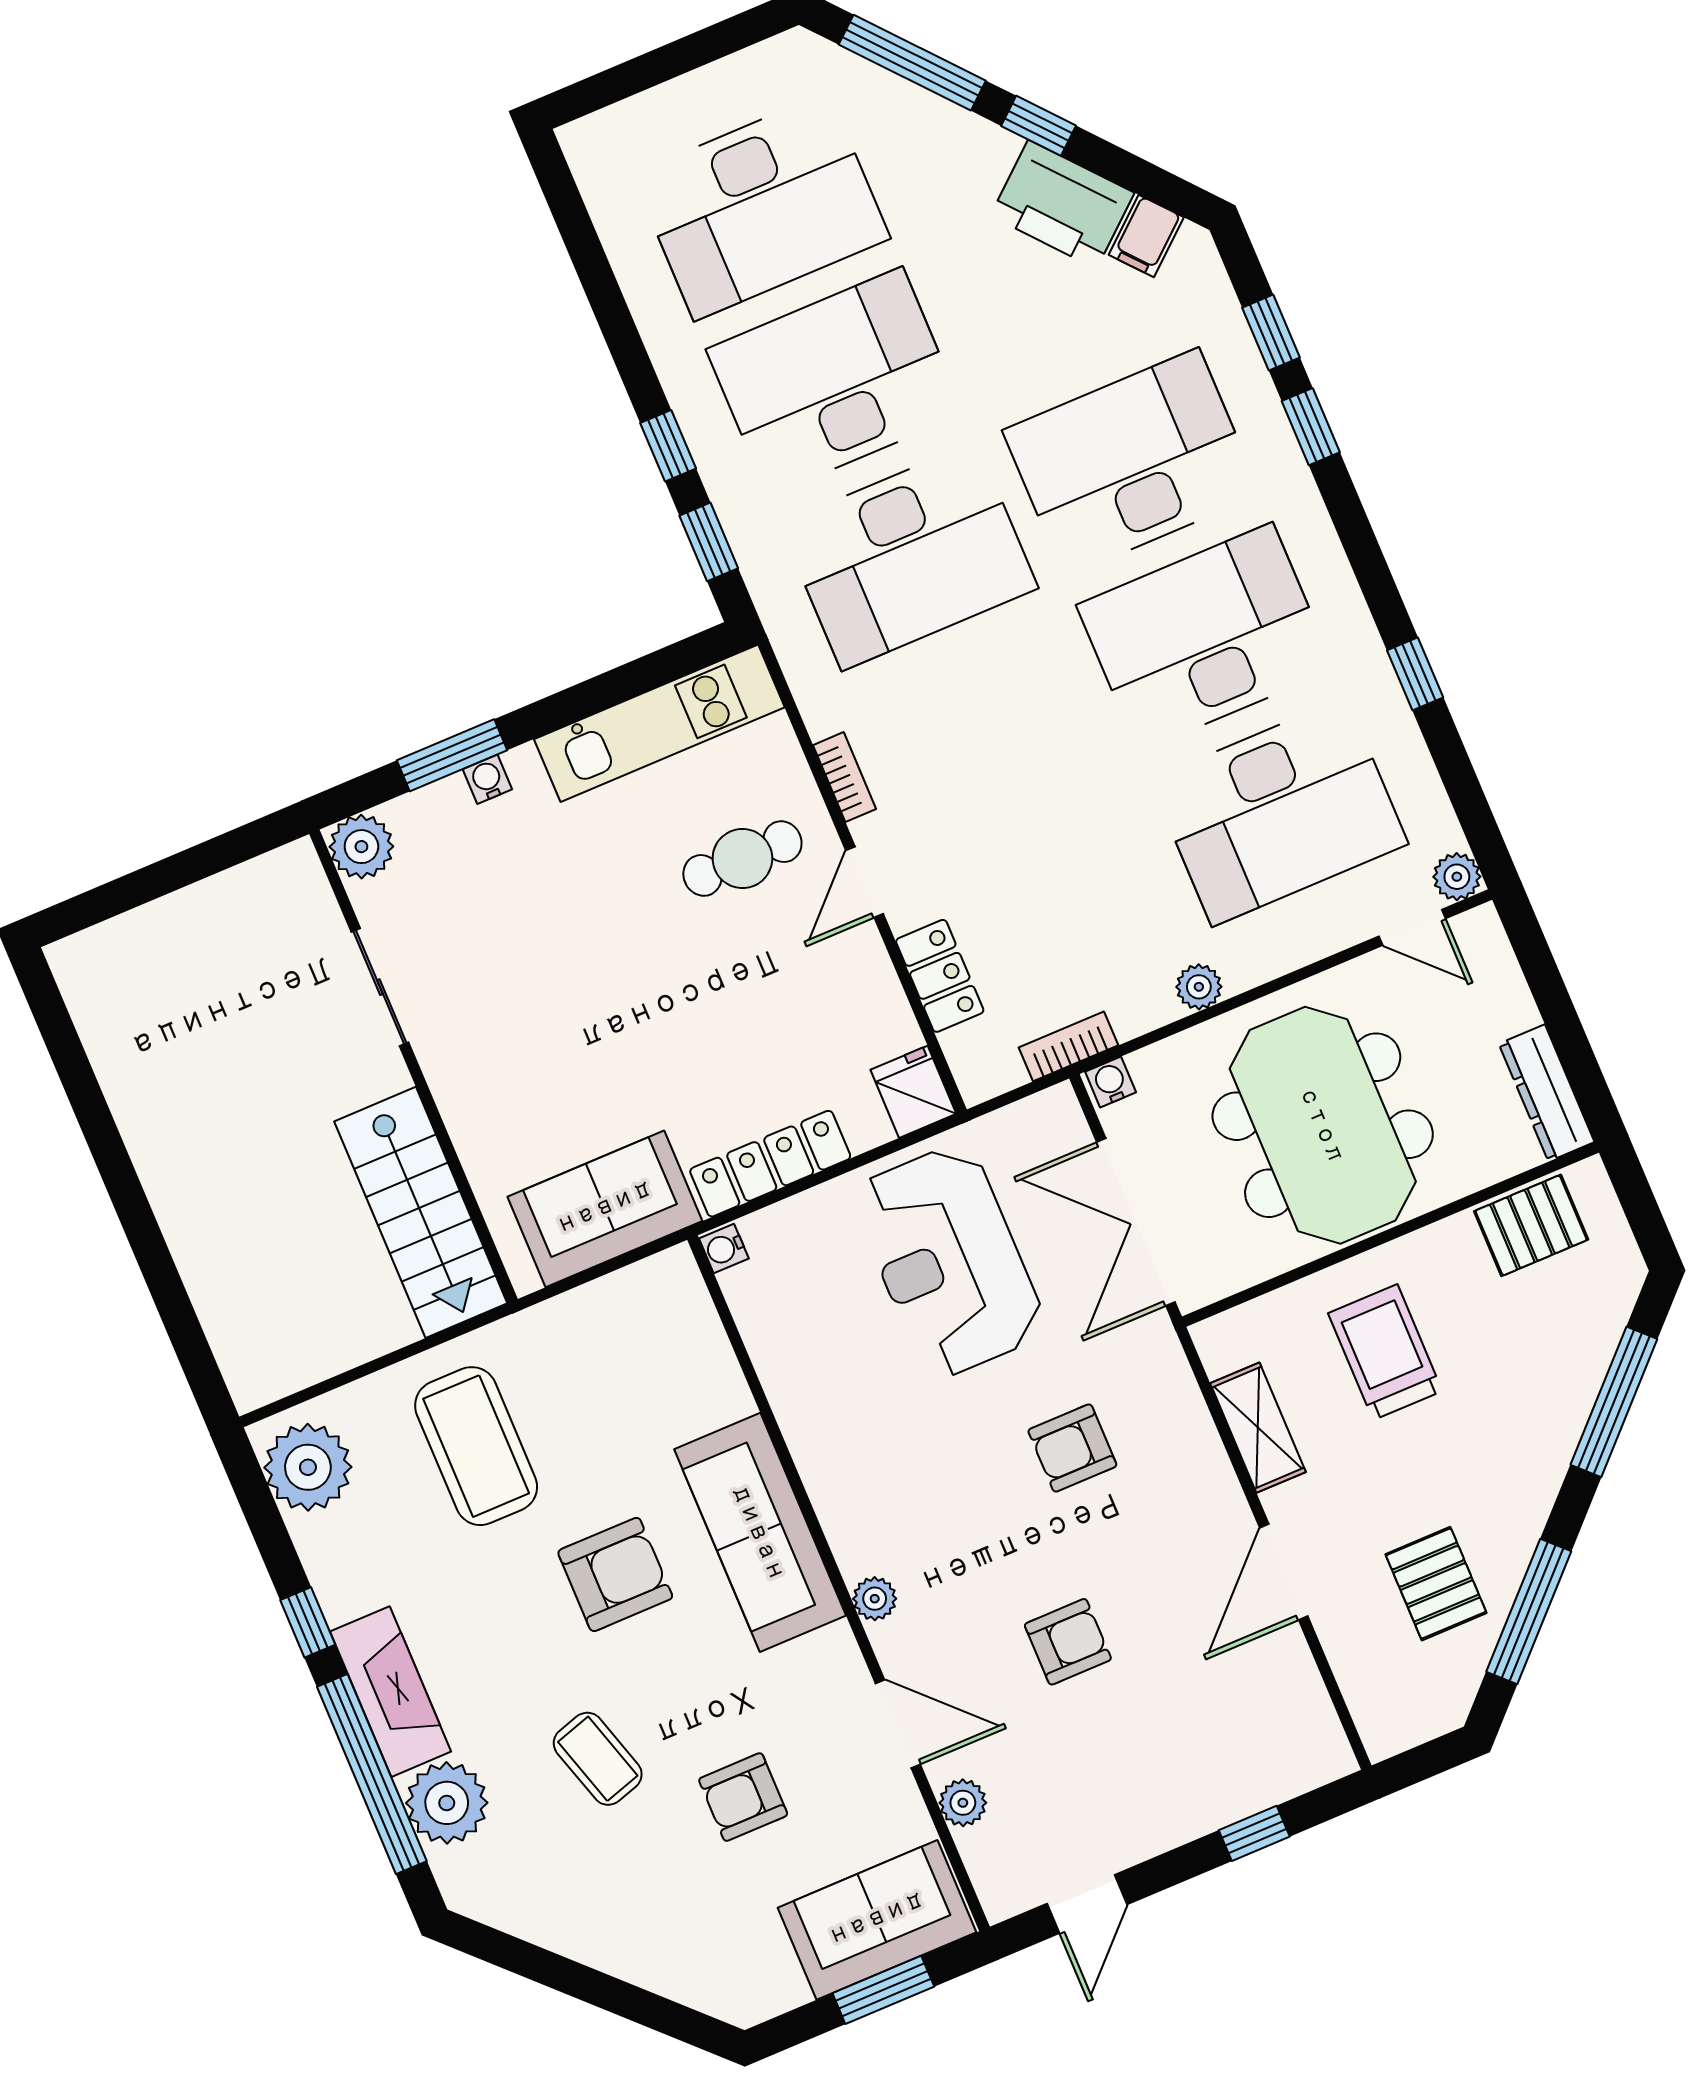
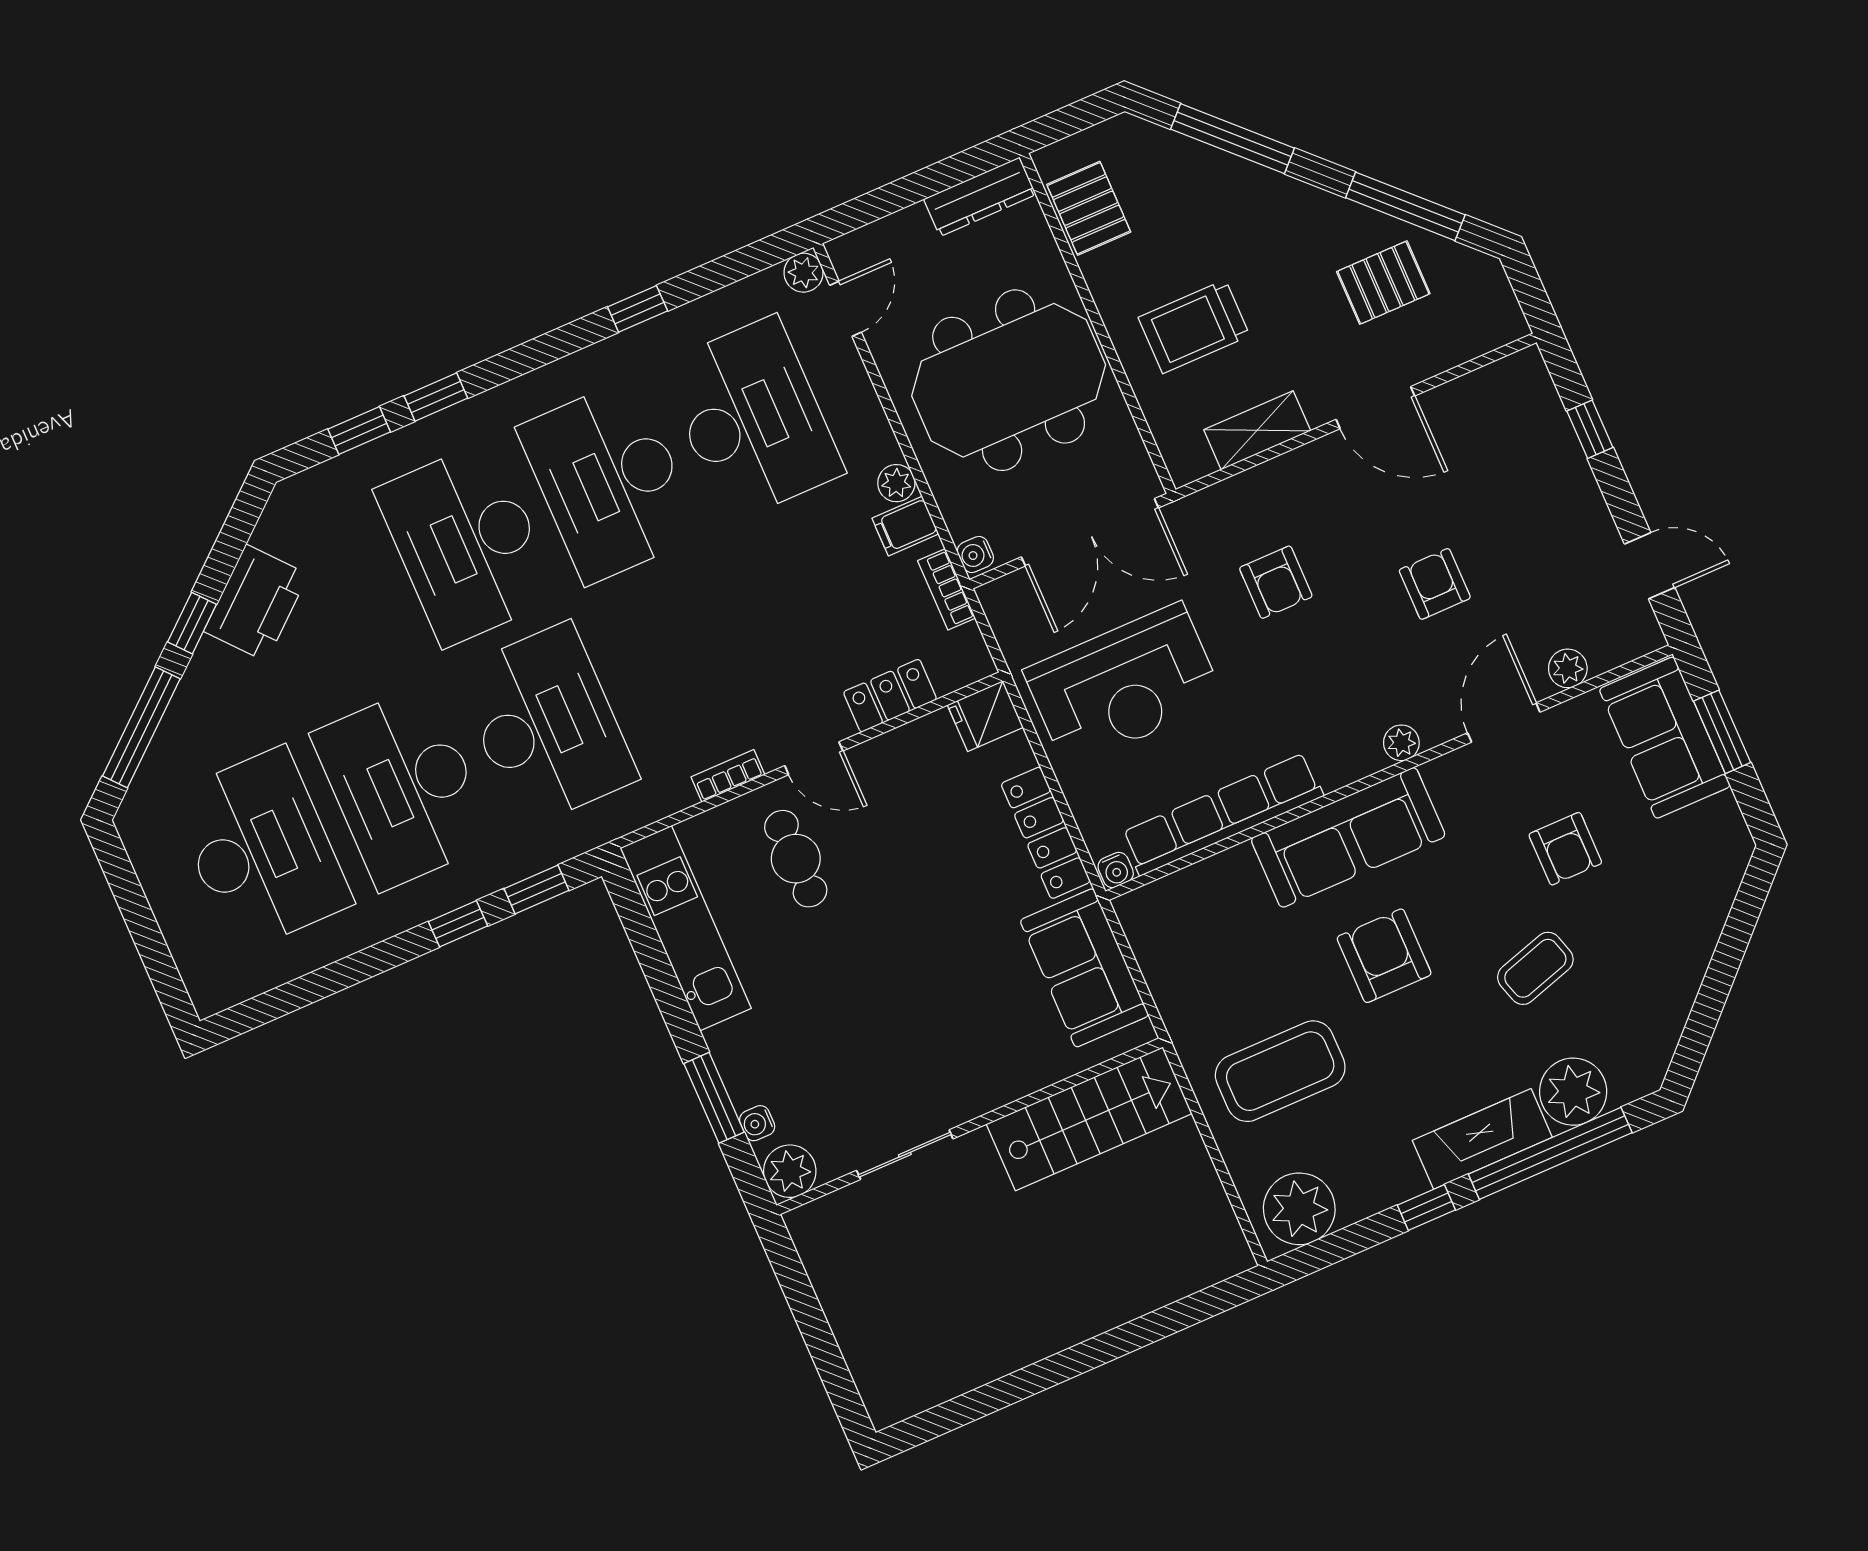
filing cabinet: (1146, 236) -> (905, 526), moved, turned 131
water cooler: (487, 779) -> (757, 1123), moved
row of seats: (790, 1380) -> (1222, 814), added

